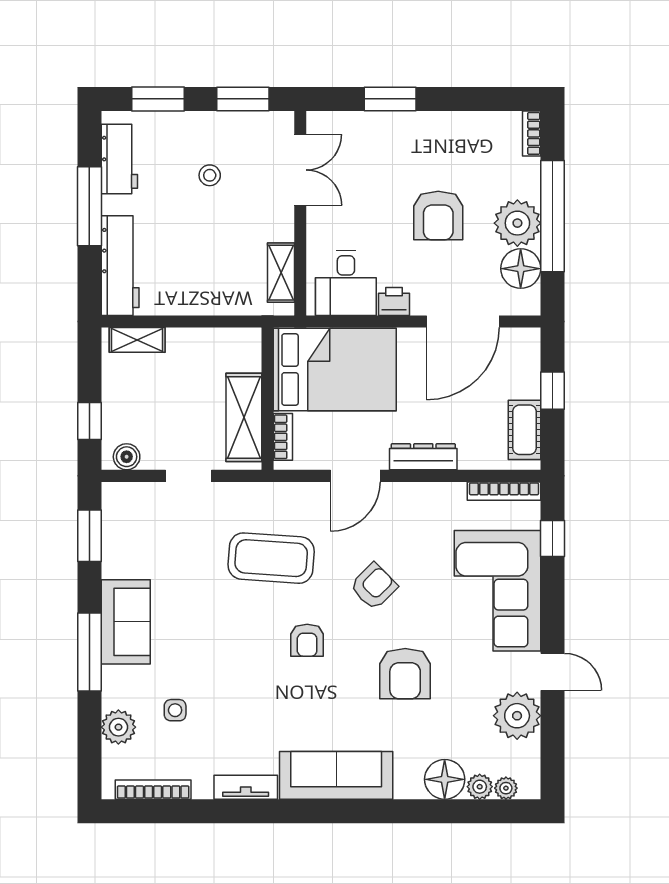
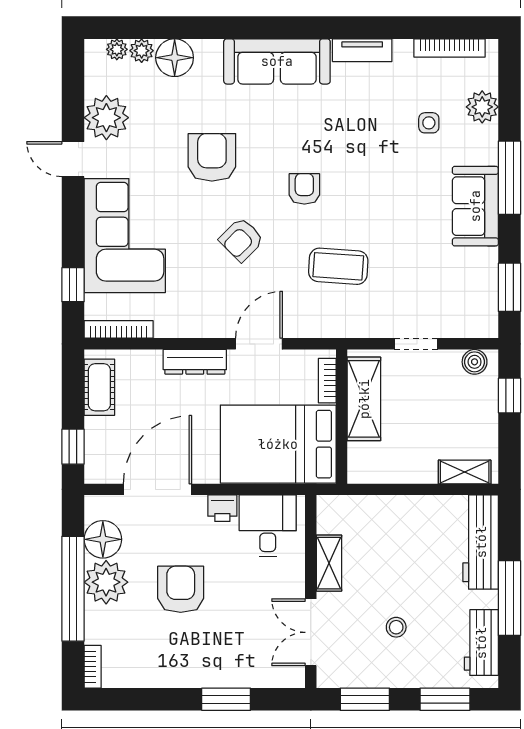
shelving: (281, 273) -> (329, 563), moved
window: (552, 391) -> (73, 447), moved
coffee table: (271, 558) -> (338, 266), width x0.73, depth x0.76

